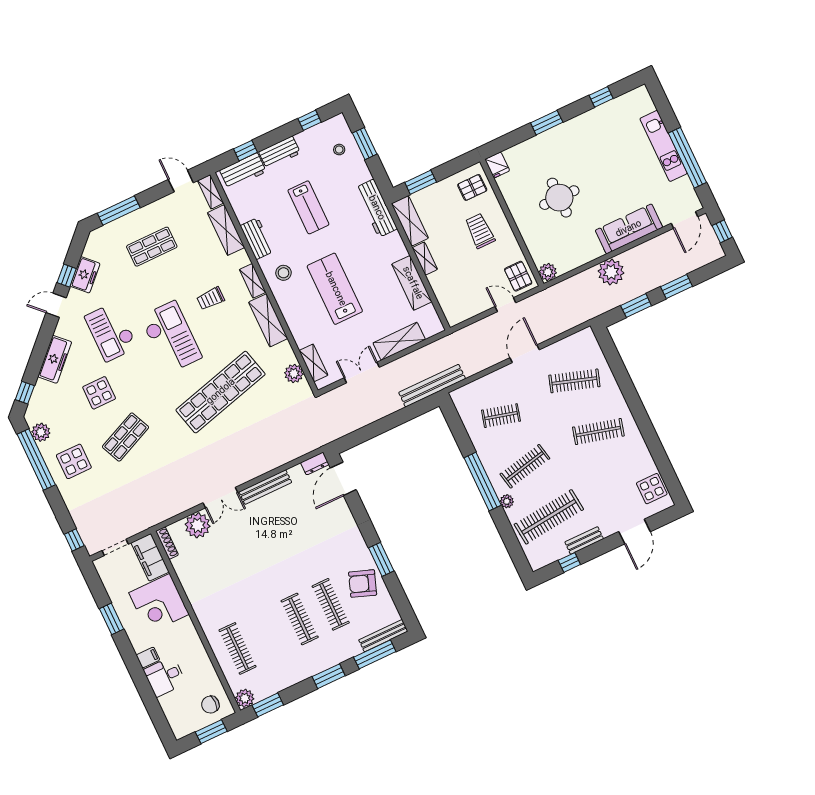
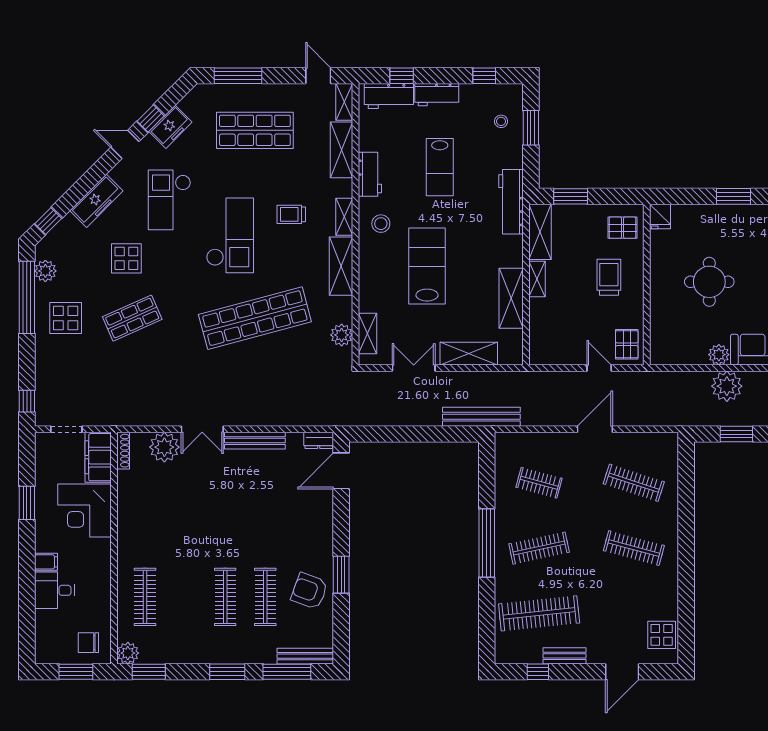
shop shelf: (152, 247) -> (255, 130), width x1.43, depth x1.36
plant: (548, 272) -> (719, 355), moved
plant: (507, 501) -> (502, 576), removed

